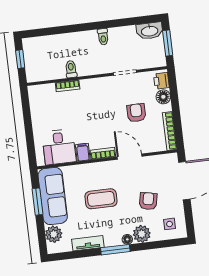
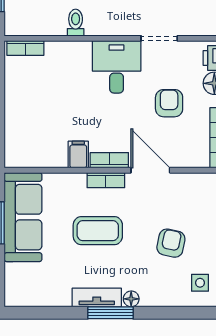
bookcase: (68, 86) -> (25, 48), moved
desk: (59, 147) -> (117, 67), moved, turned 180
bookcase: (102, 166) -> (106, 180), added
plant: (54, 234) -> (17, 277), removed
plant: (142, 234) -> (155, 293), removed
tv unit: (88, 243) -> (97, 297), moved

